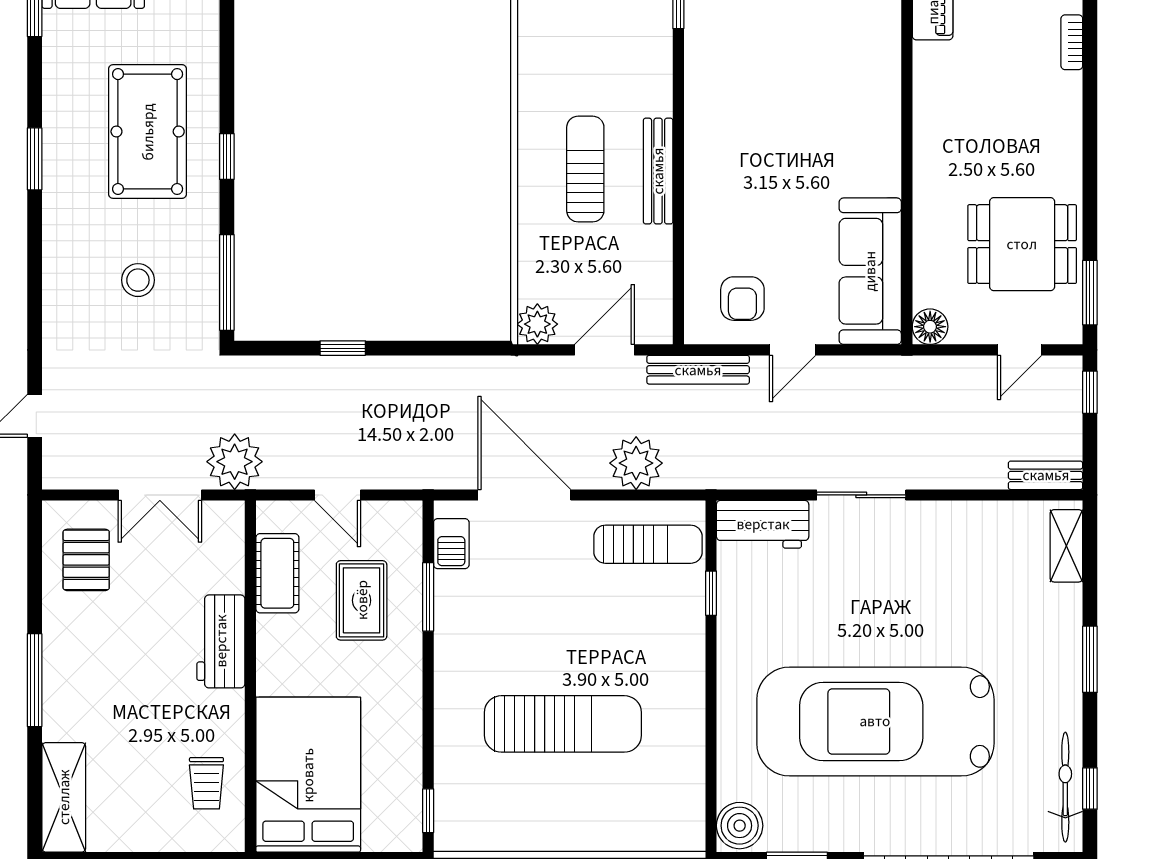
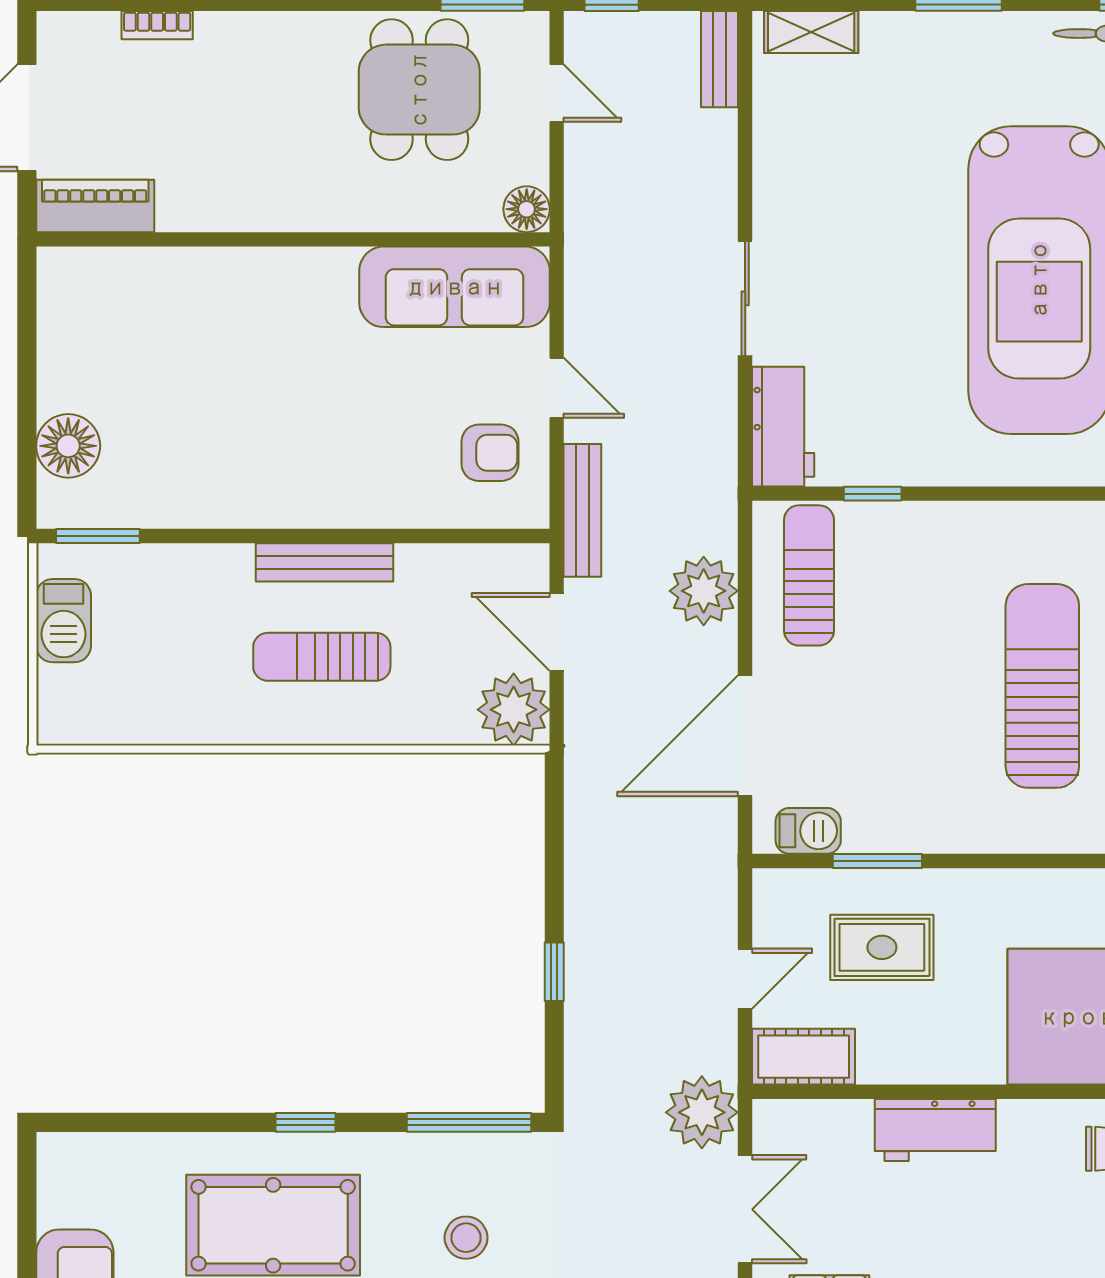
plant: (537, 324) -> (514, 710), width x1.36, depth x1.36
cot: (277, 573) -> (804, 1057), moved

